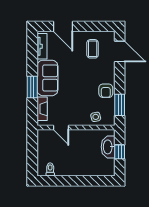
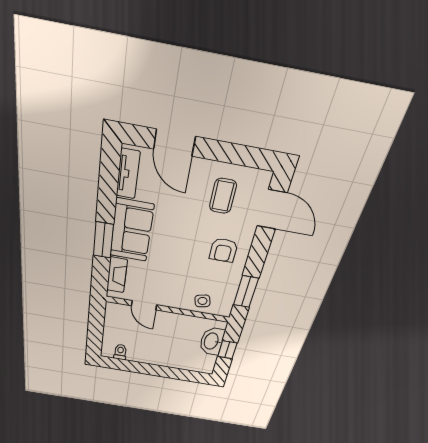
armchair: (106, 91) -> (223, 250), moved

